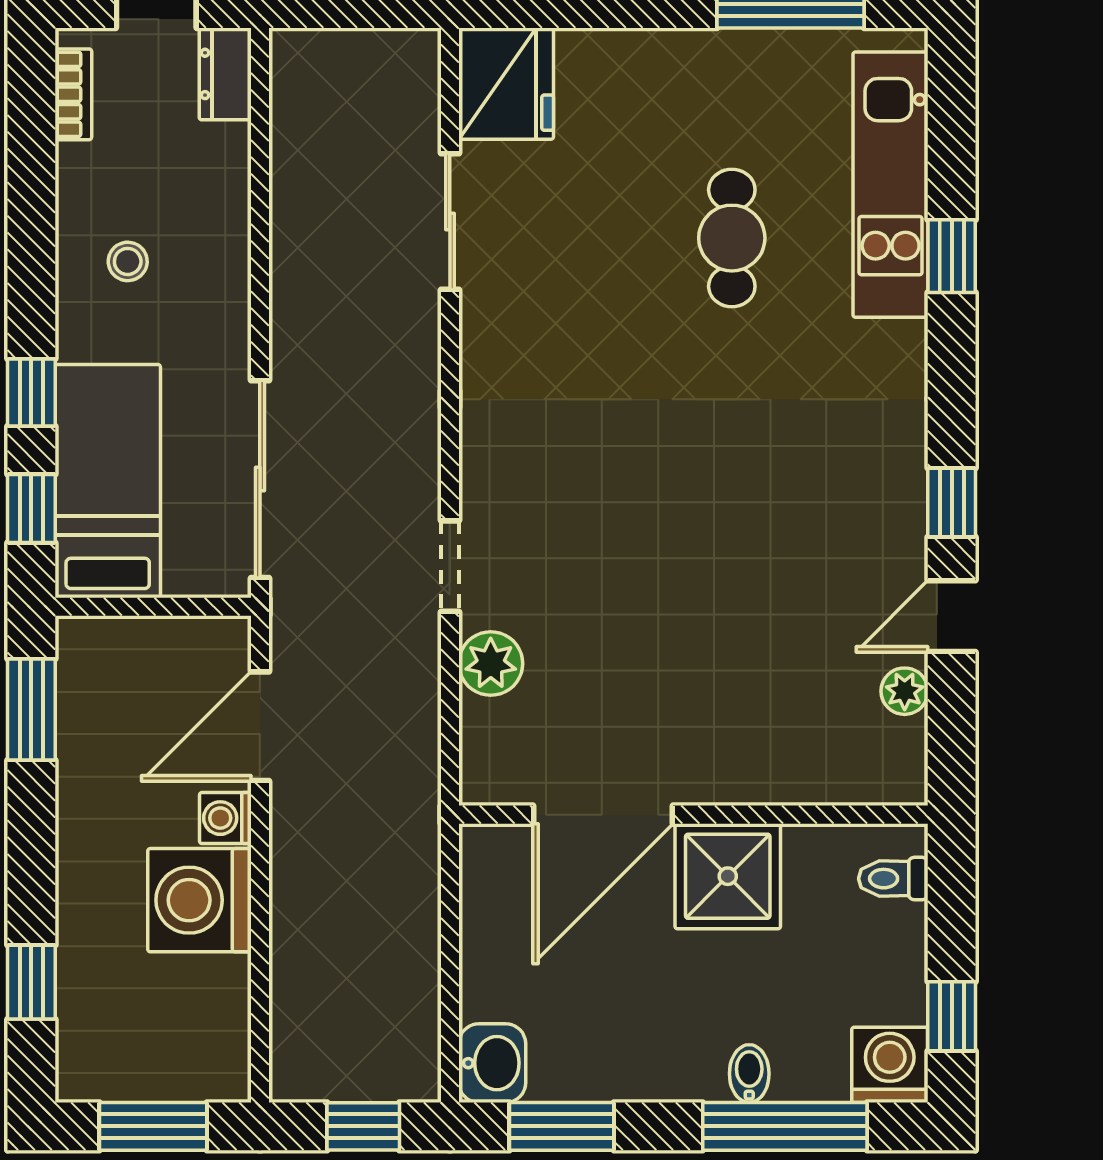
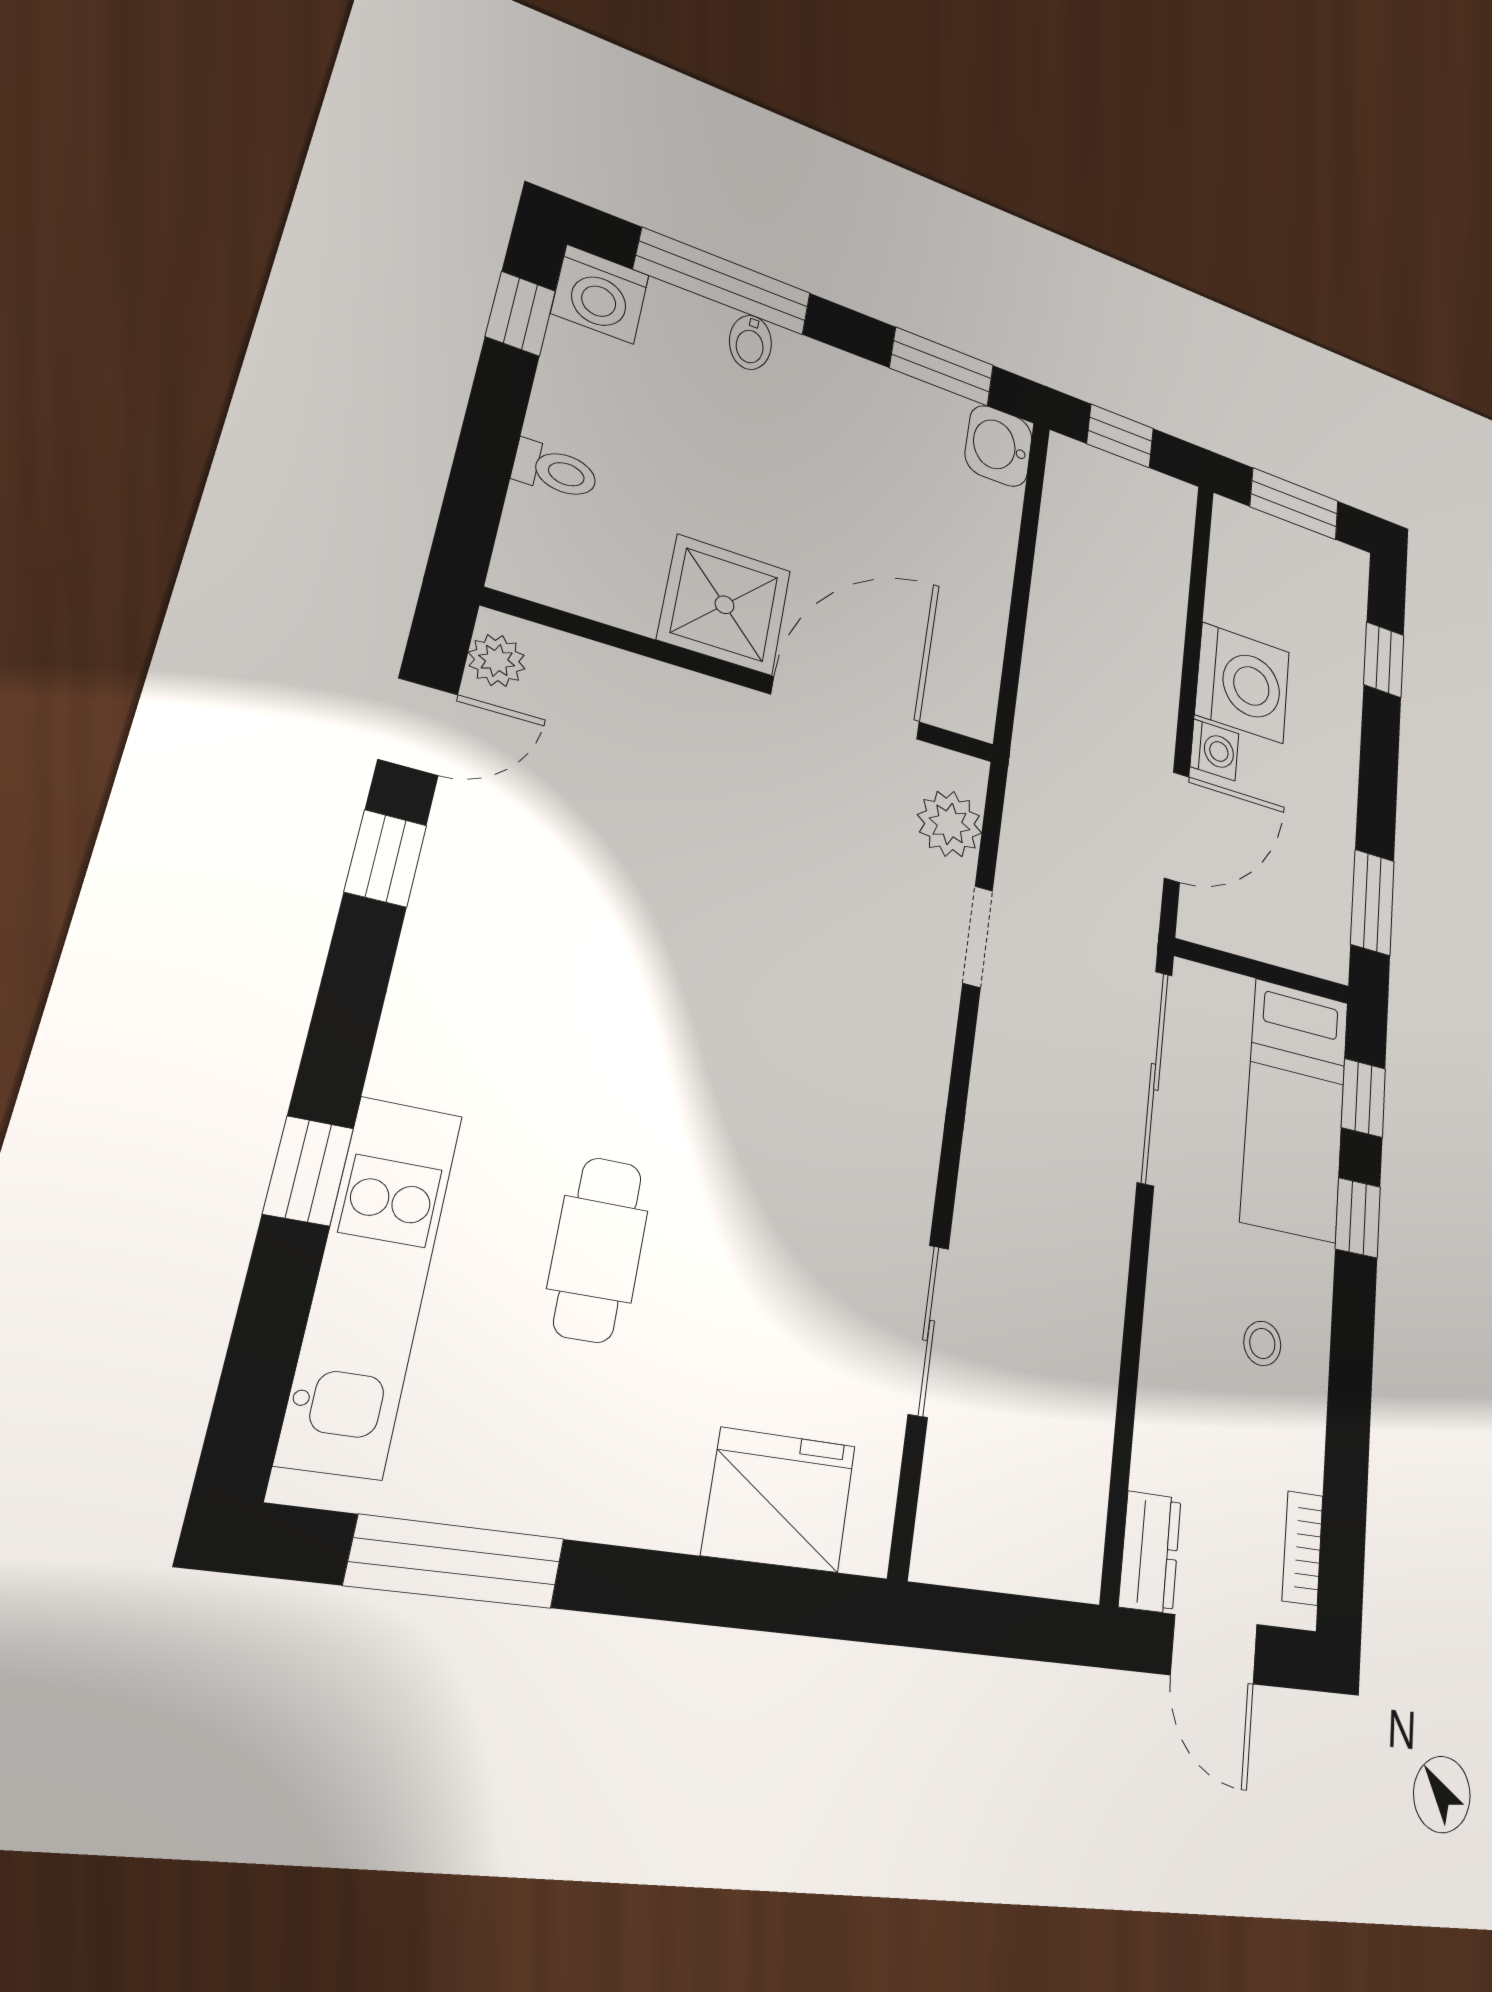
fridge: (506, 84) -> (779, 1500), moved, turned 90
door: (603, 815) -> (846, 708), moved
wall: (693, 815) -> (750, 679), moved
shower: (728, 876) -> (724, 605), moved

